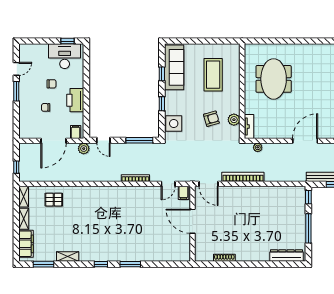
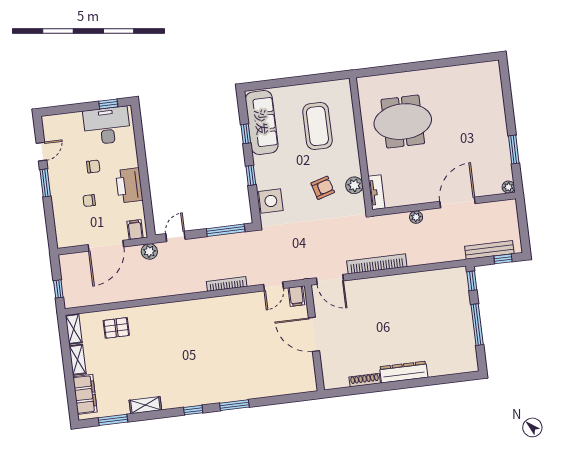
meeting table: (274, 79) -> (403, 122), turned 90
door: (103, 140) -> (175, 236), swing flipped
plant: (258, 147) -> (416, 217), moved
dresser: (286, 256) -> (404, 372), moved

